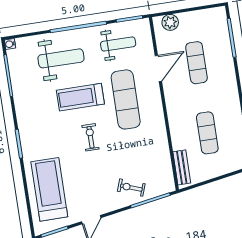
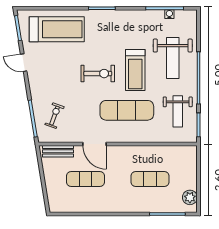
plant: (170, 22) -> (190, 197), moved
water cooler: (10, 44) -> (169, 14), moved
door: (158, 68) -> (95, 144), moved
treadmill: (80, 97) -> (135, 70), turned 180
exercise bike: (91, 137) -> (98, 74), width x1.38, depth x1.39
exercise bike: (131, 188) -> (54, 116), moved

